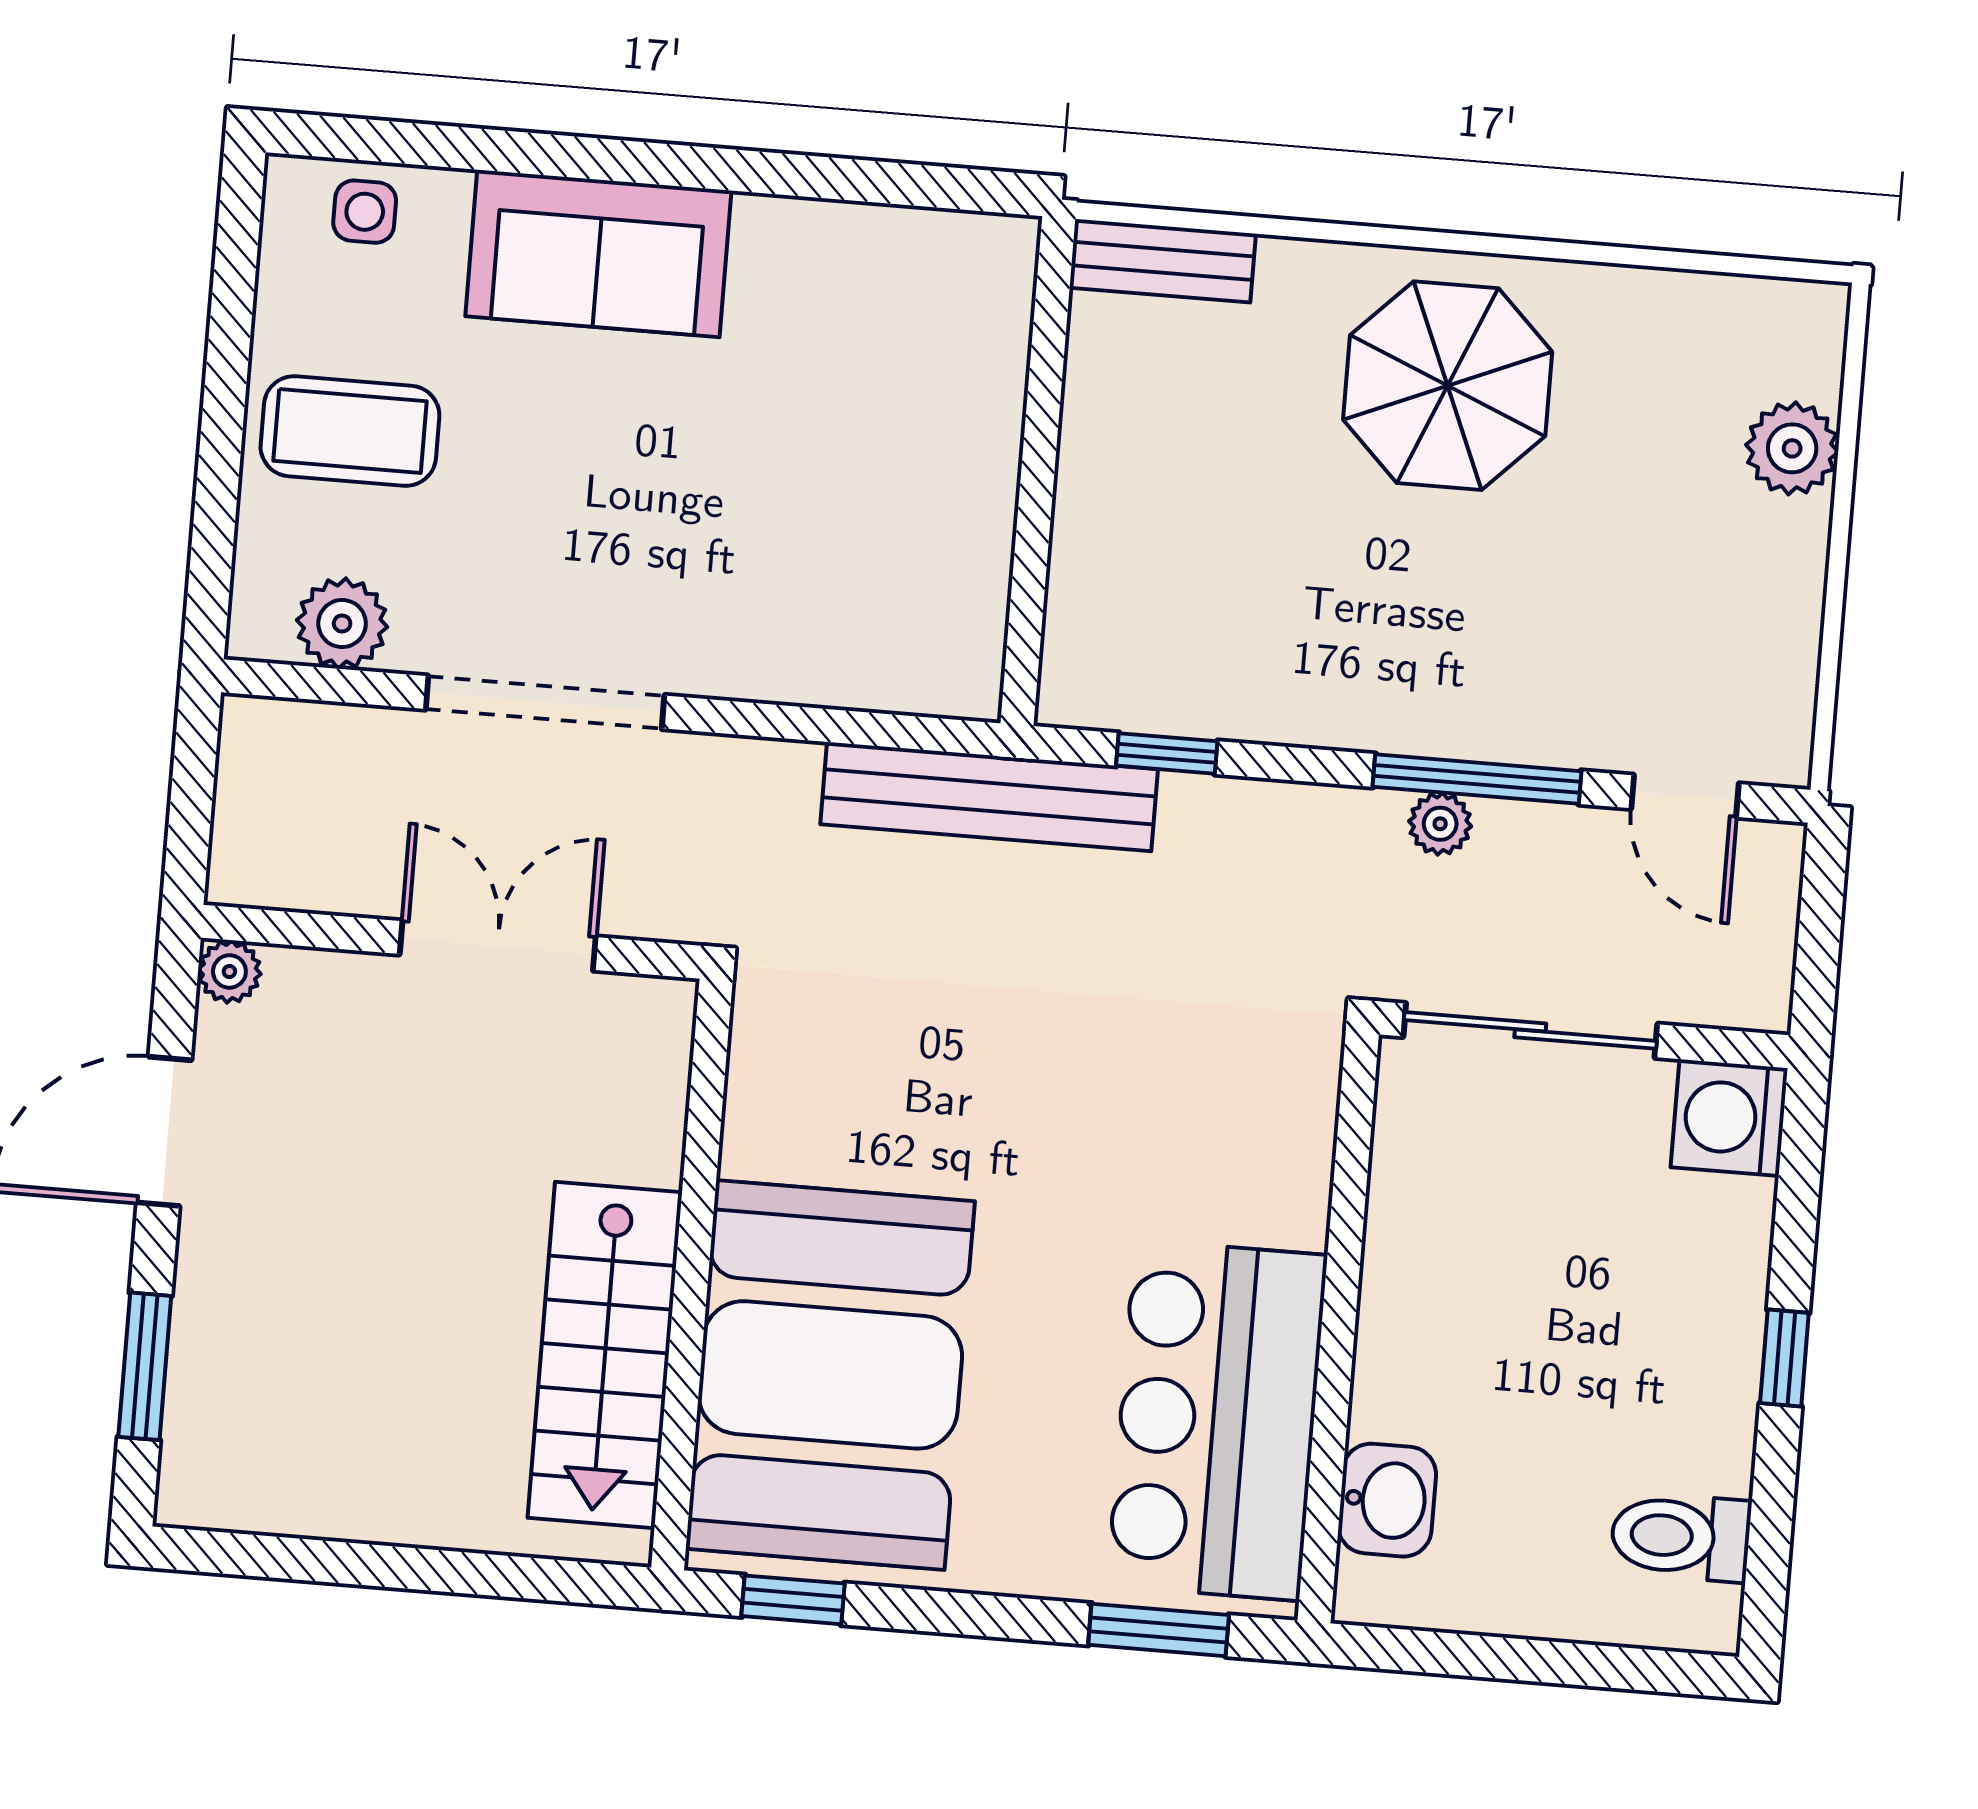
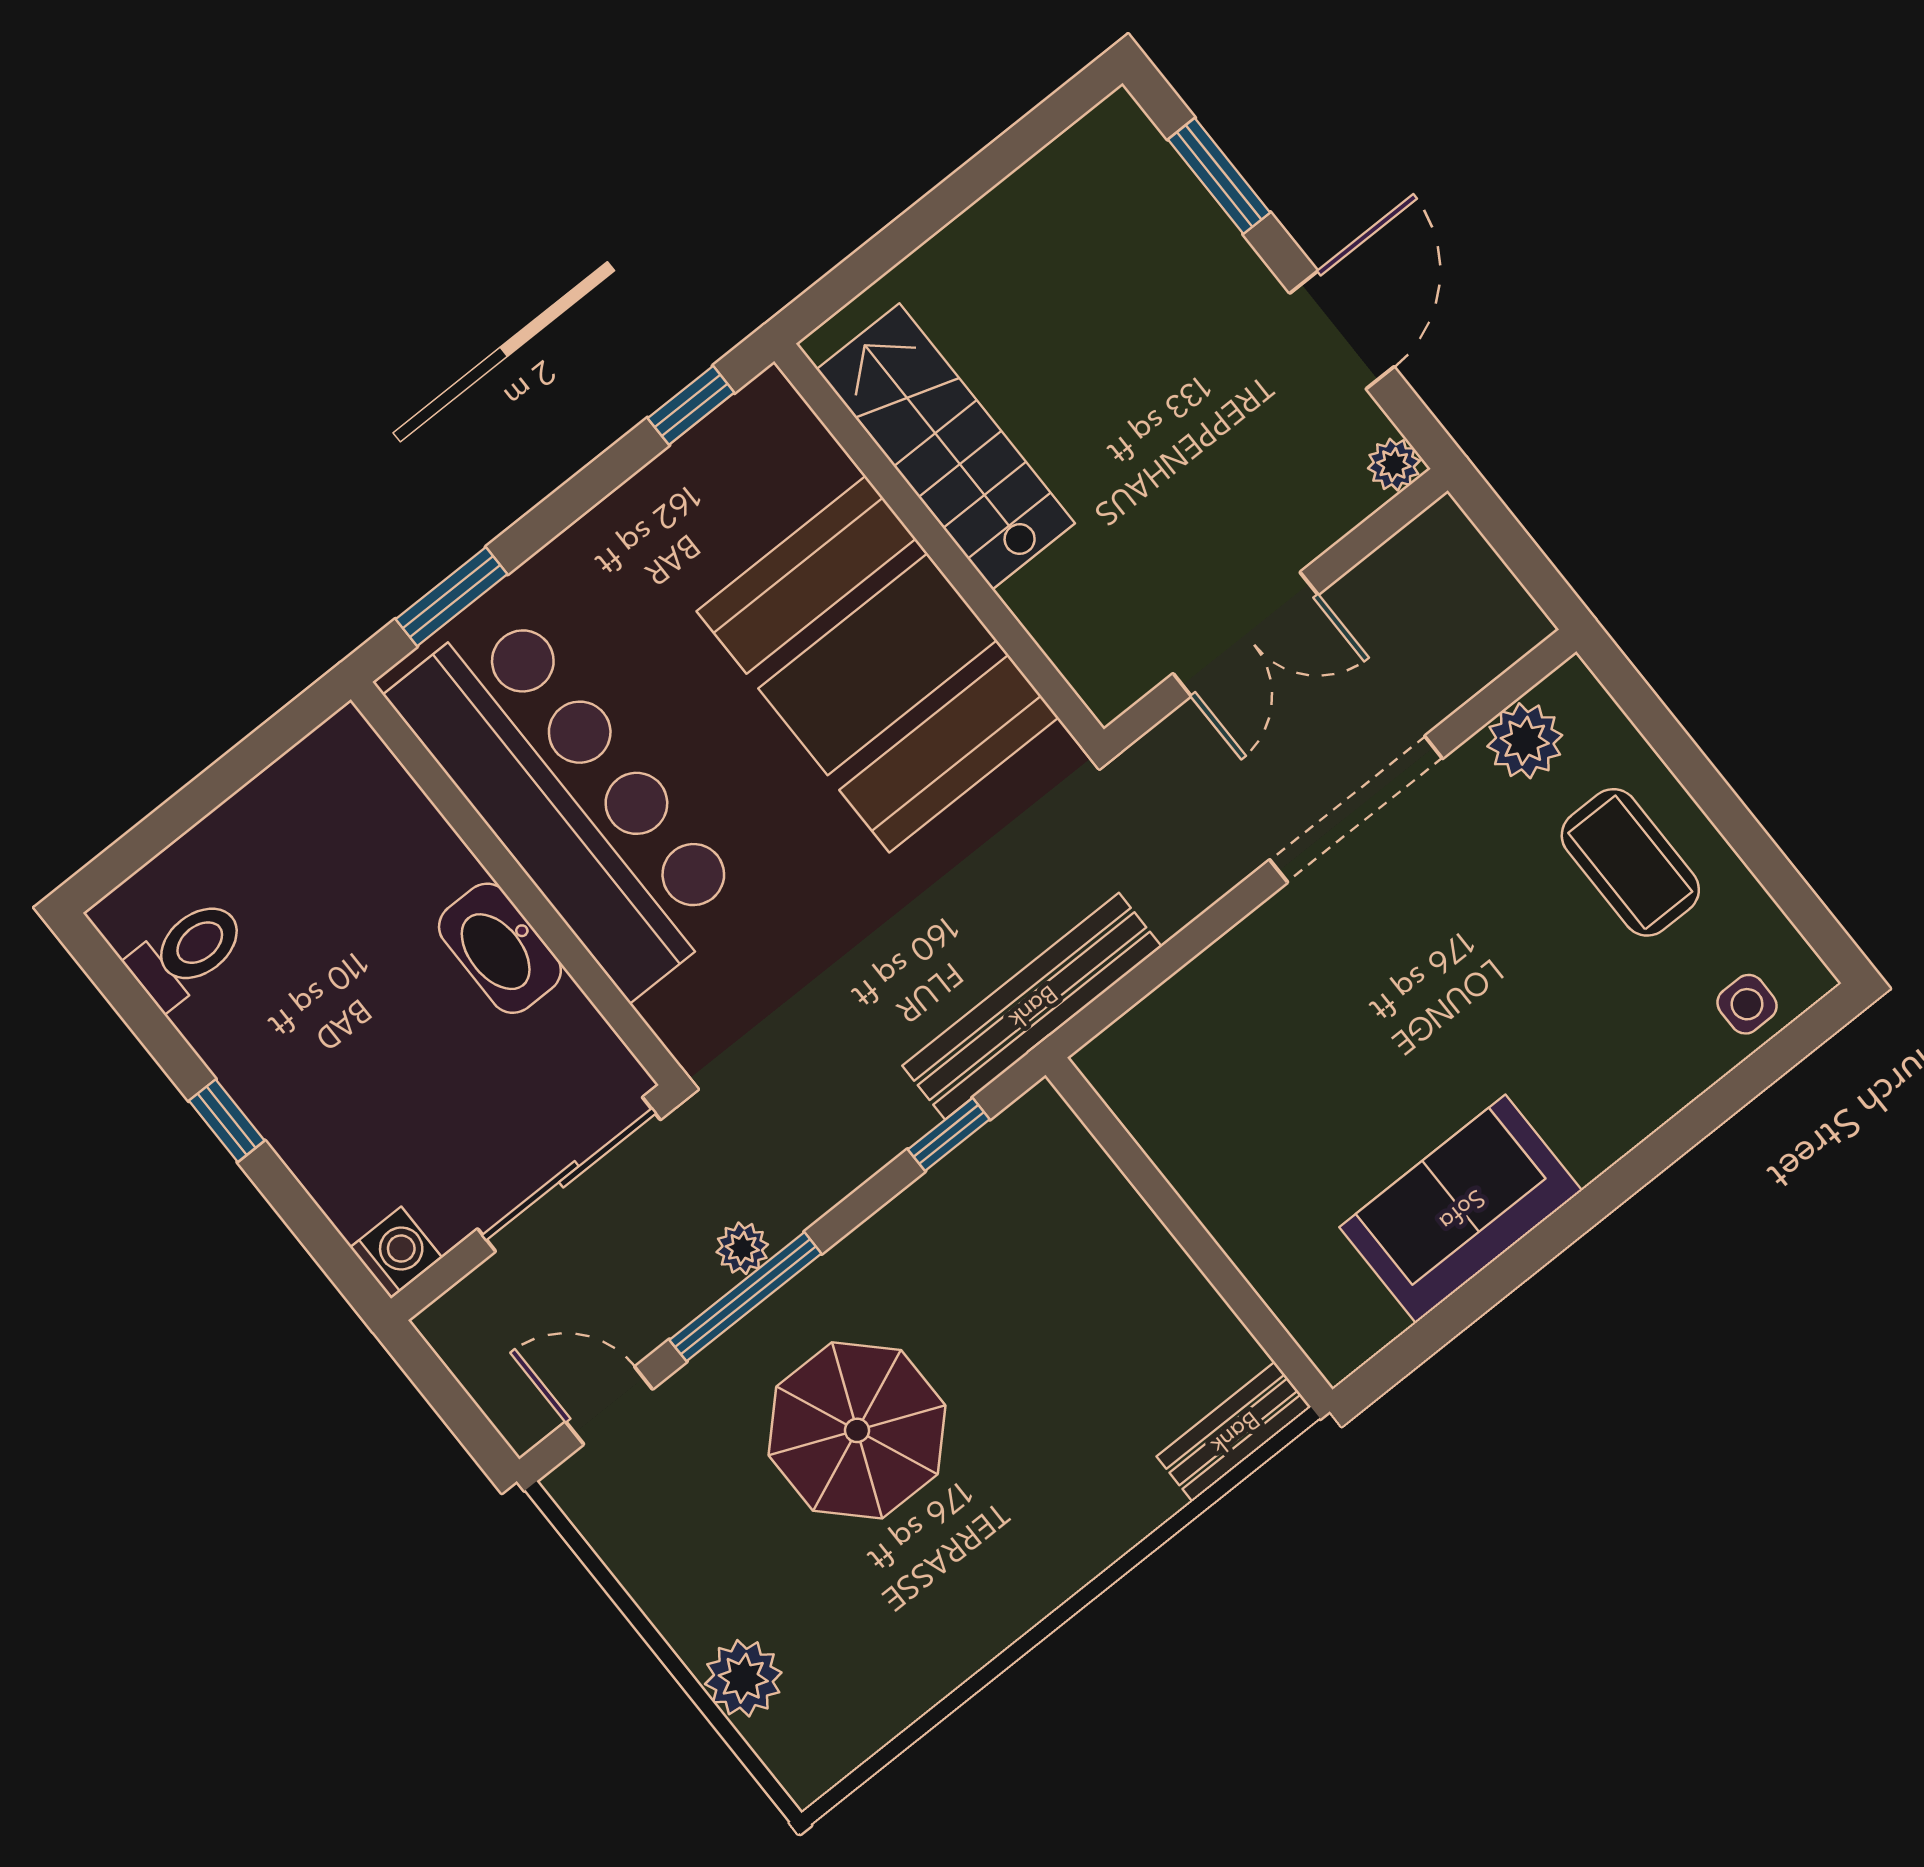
sofa: (598, 253) -> (1461, 1209), moved
parasol: (1448, 386) -> (857, 1430), moved
coffee table: (350, 431) -> (1630, 862), turned 90
washing machine: (1729, 1118) -> (396, 1253), width x0.73, depth x0.73
booth: (830, 1375) -> (878, 664), moved
bar counter: (1217, 1420) -> (569, 799), width x1.36
washbasin: (1387, 1500) -> (500, 948), moved, width x1.38

